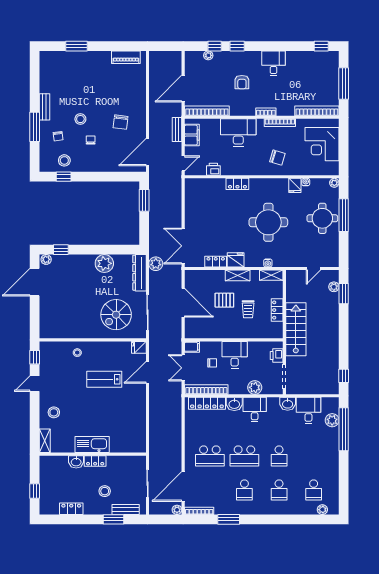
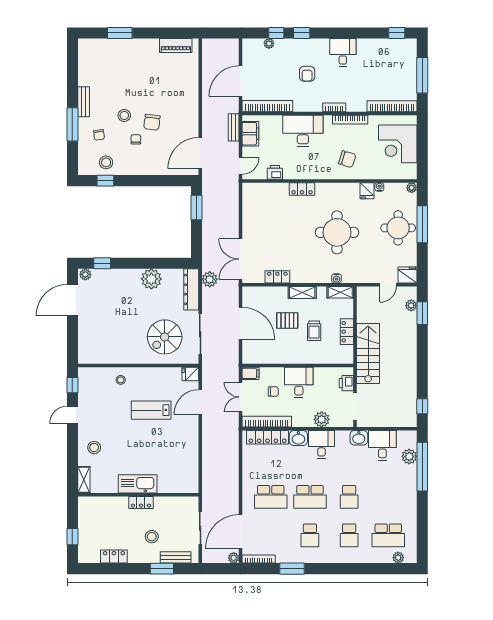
chair: (121, 122) -> (152, 122), moved
fridge: (236, 260) -> (407, 275), moved
washbasin: (76, 462) -> (119, 503), removed
school desk: (314, 490) -> (388, 535), width x1.85

